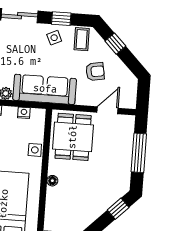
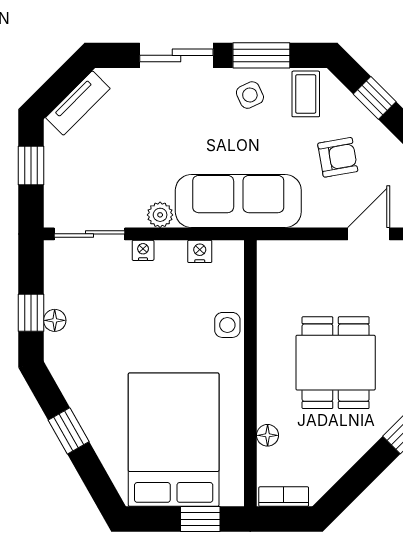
window: (61, 19) -> (261, 55), width x1.50
dining table: (73, 137) -> (336, 363), moved
floor lamp: (52, 181) -> (268, 435), moved

